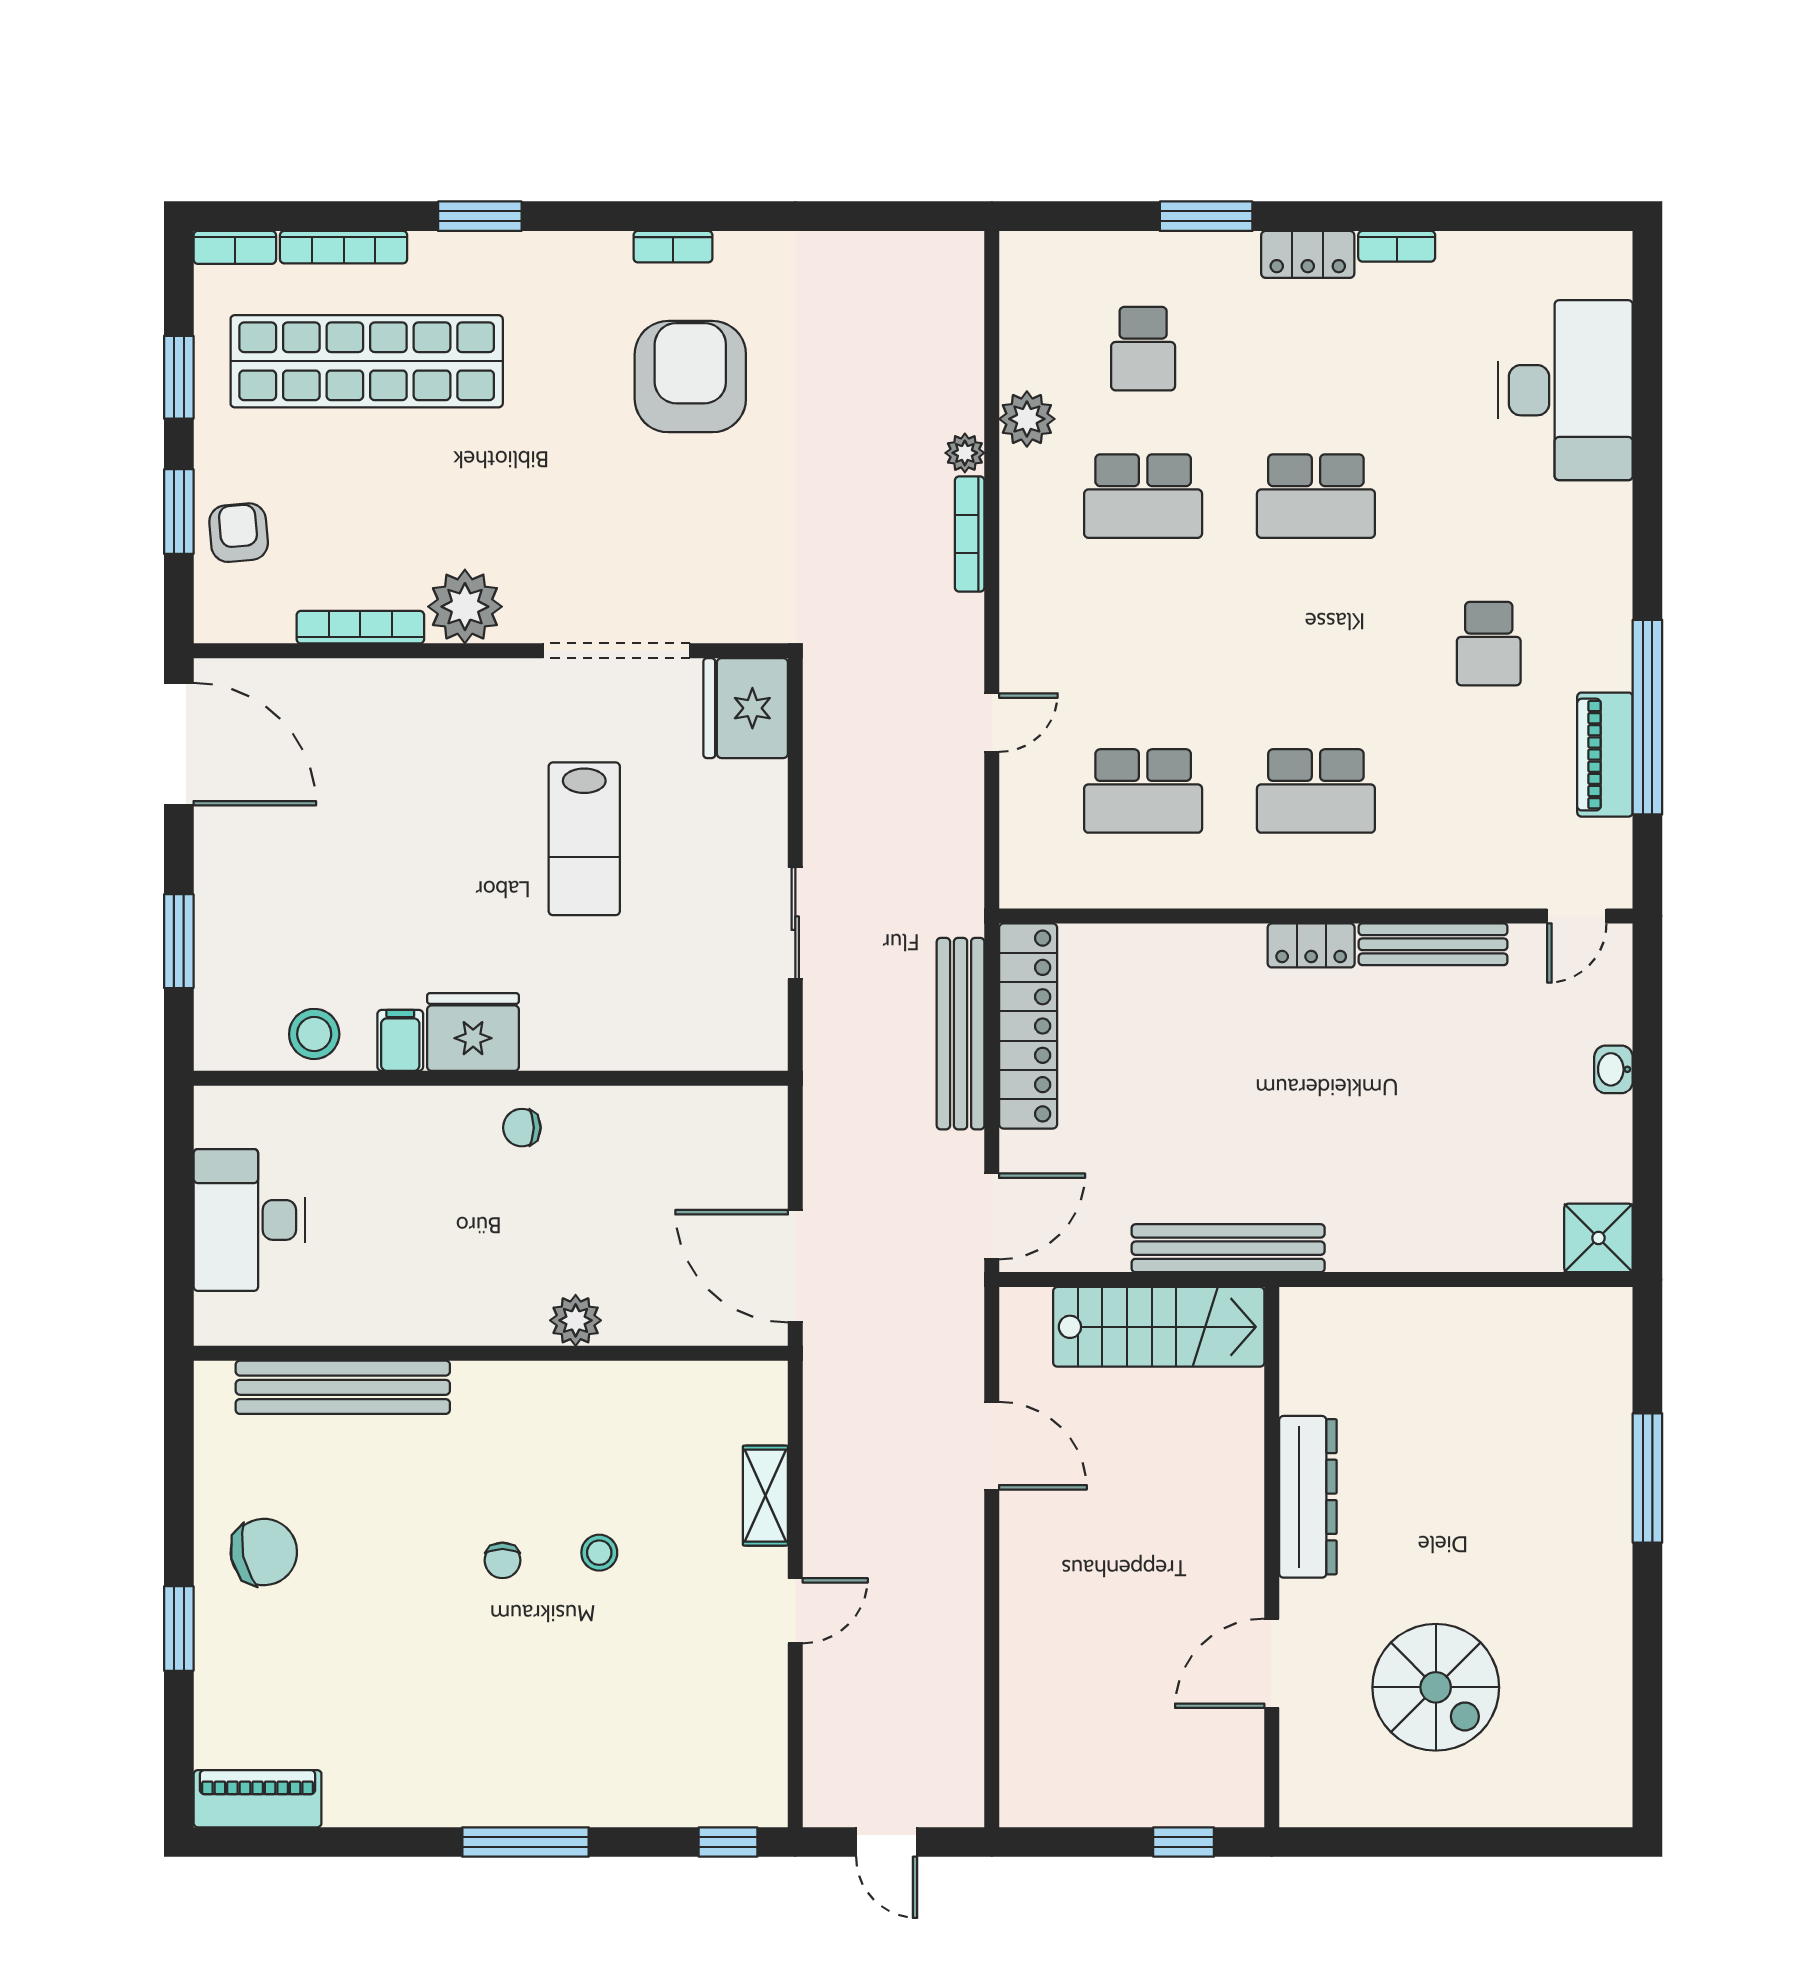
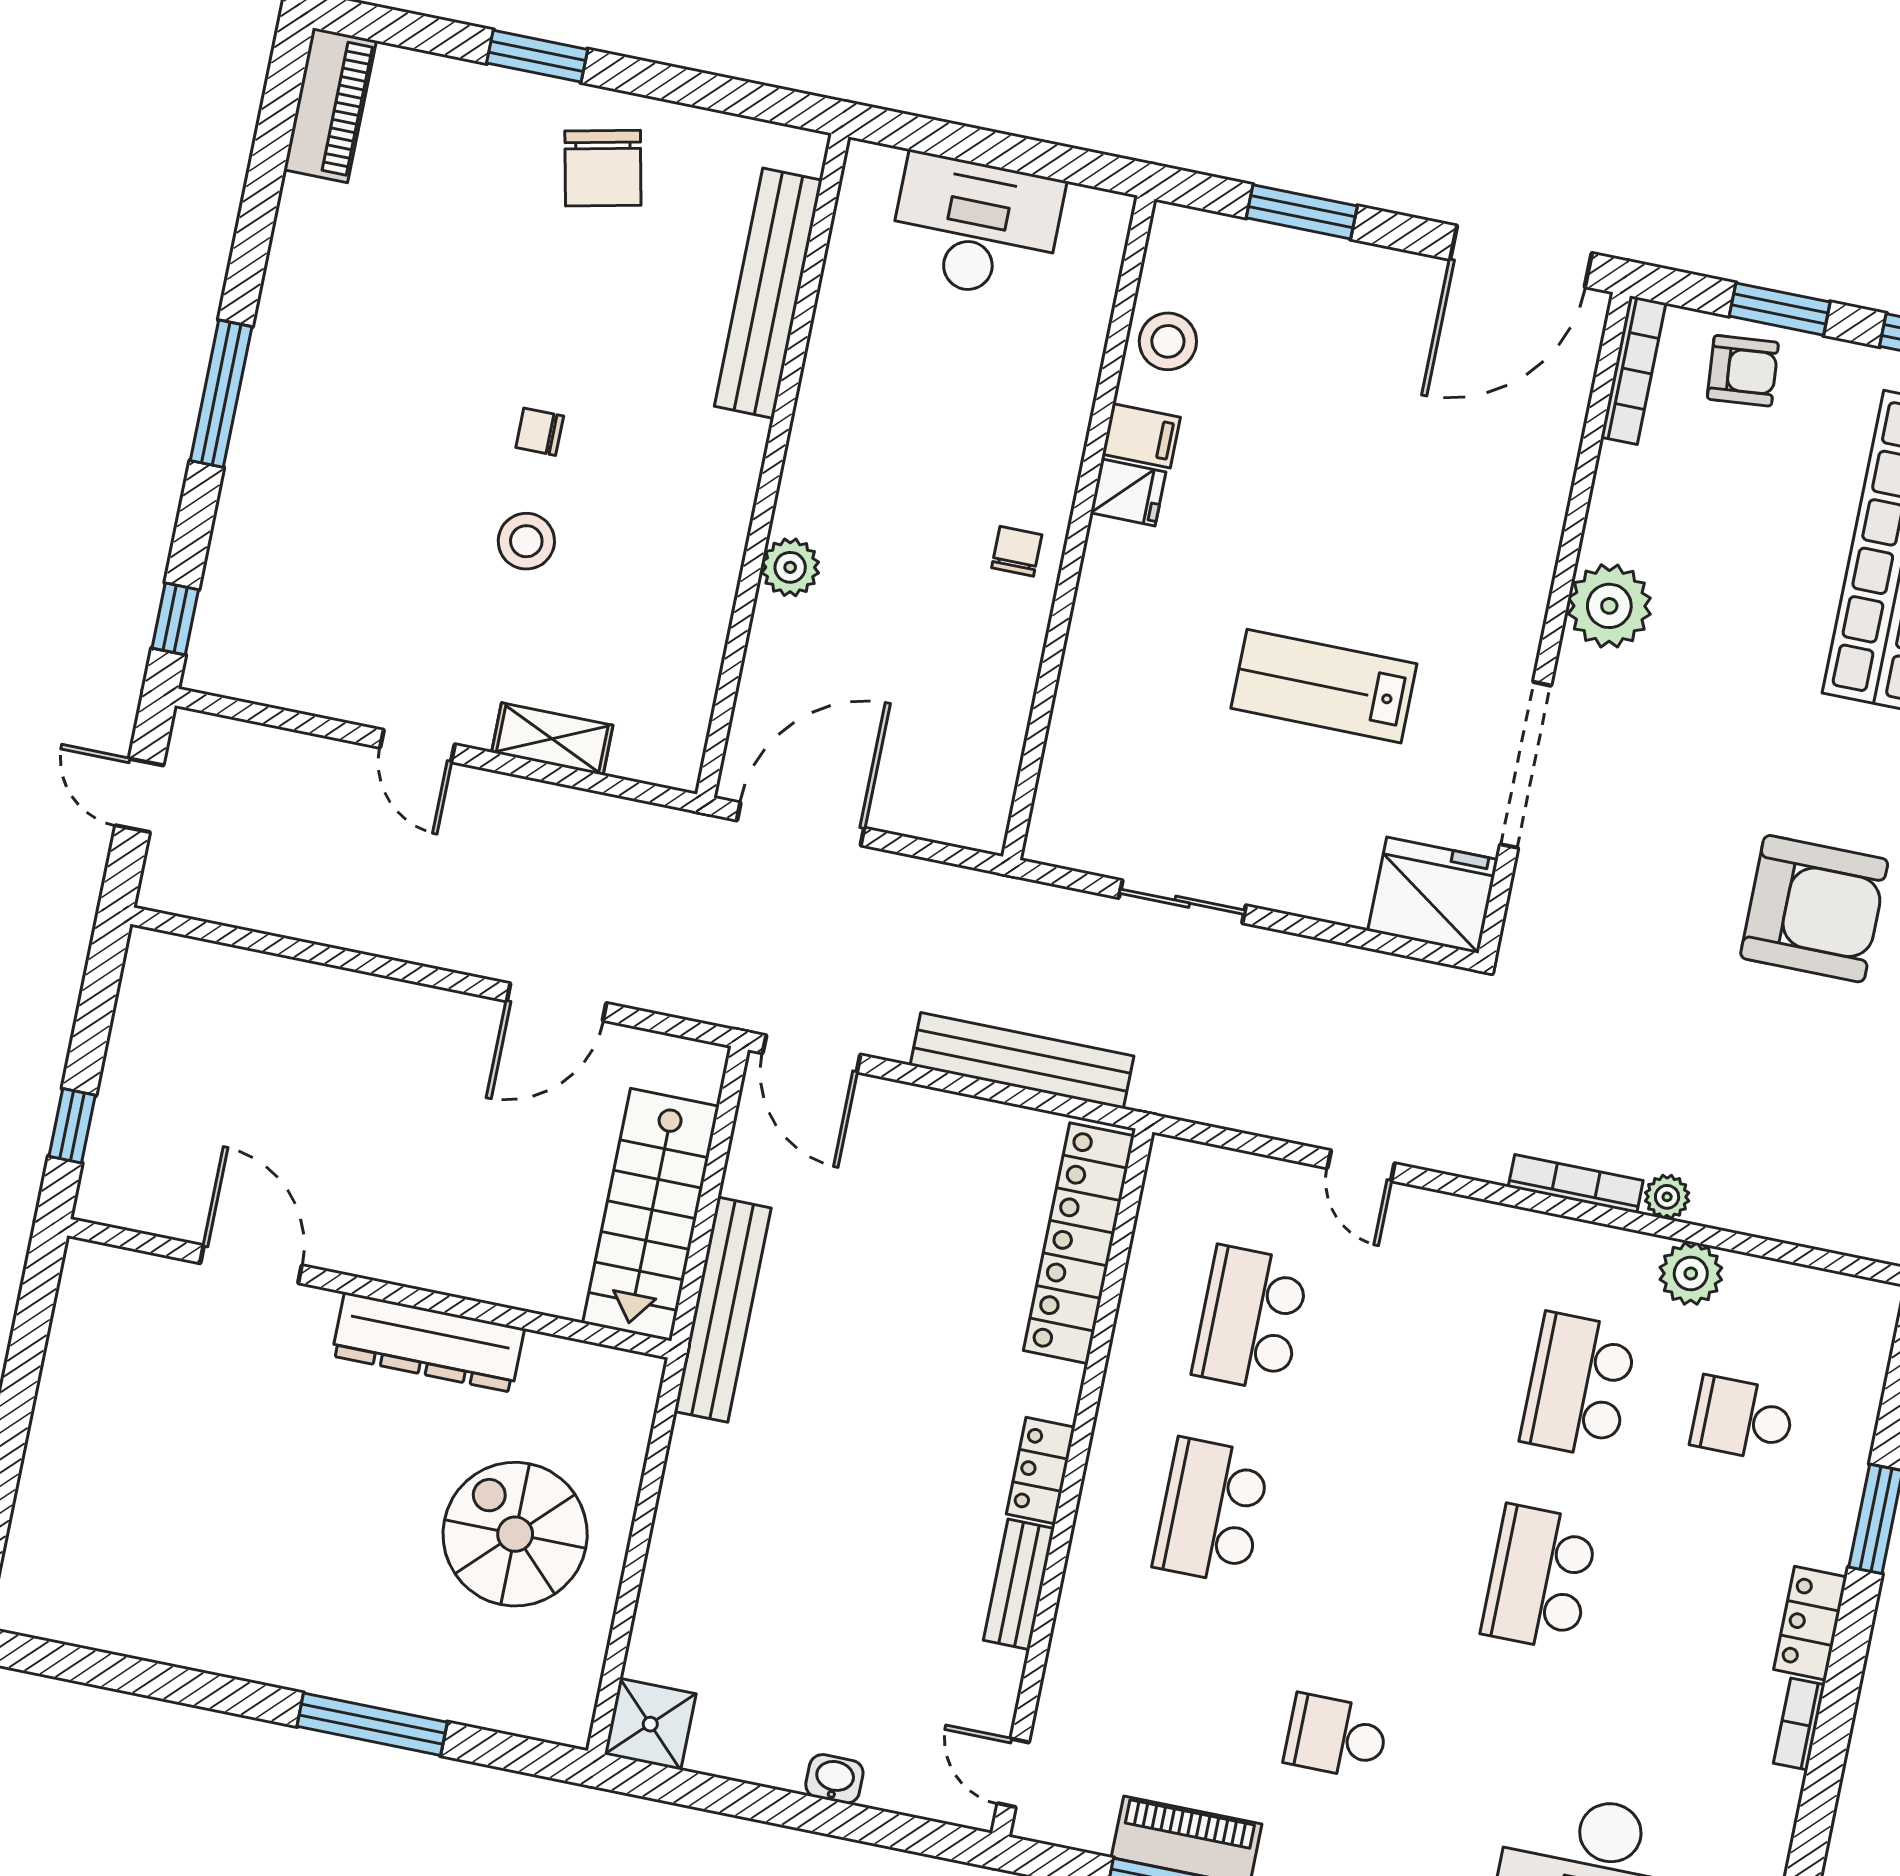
bookcase: (360, 627) -> (1633, 370), moved
bench: (1433, 944) -> (1019, 1584), width x0.73
locker: (1028, 1026) -> (1079, 1243), moved, turned 90
fridge: (473, 1032) -> (1128, 492), width x0.53, depth x0.75
stool: (599, 1553) -> (526, 541), width x1.37, depth x1.37
spiral stairs: (1436, 1687) -> (515, 1534), moved, turned 90
door: (887, 1842) -> (139, 795), hinge flipped

